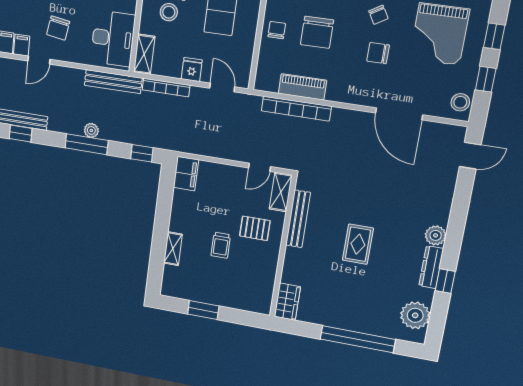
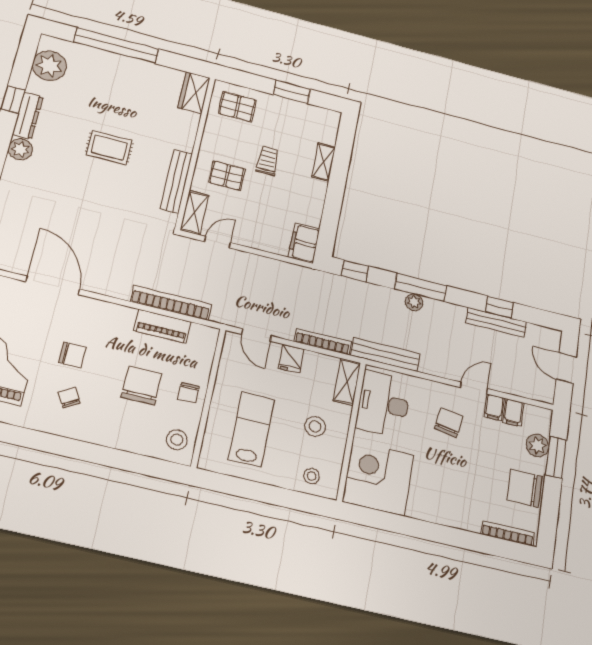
rug: (358, 244) -> (109, 148), turned 90
pallet: (249, 292) -> (237, 107), added

